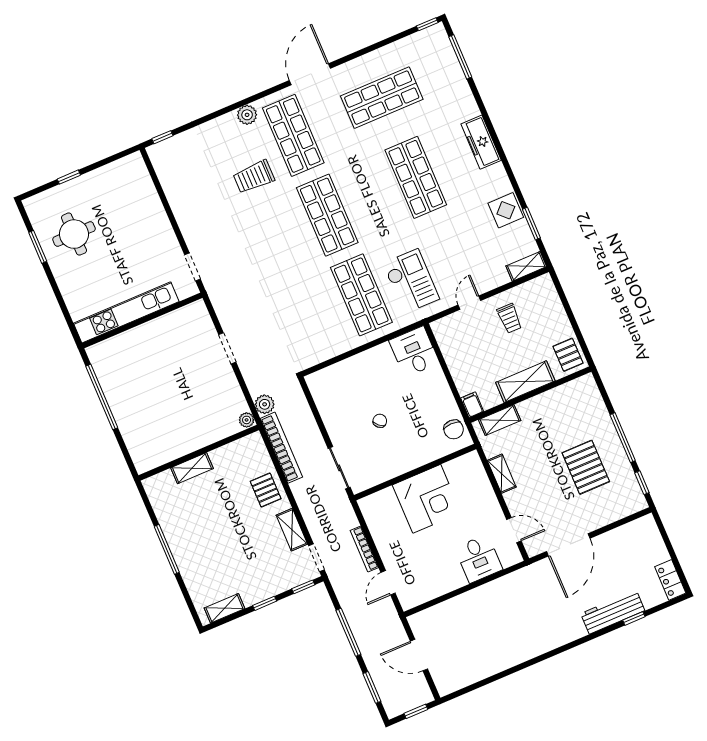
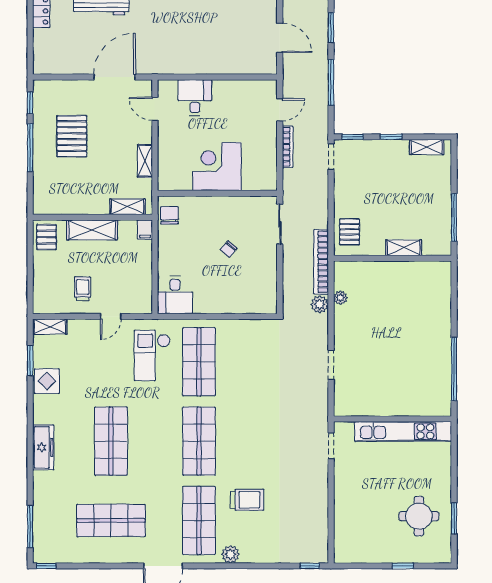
wall: (199, 453) -> (393, 258), moved
shelving: (192, 468) -> (404, 248), moved
shelving: (292, 530) -> (342, 189), removed

